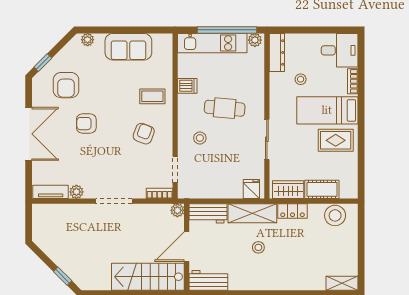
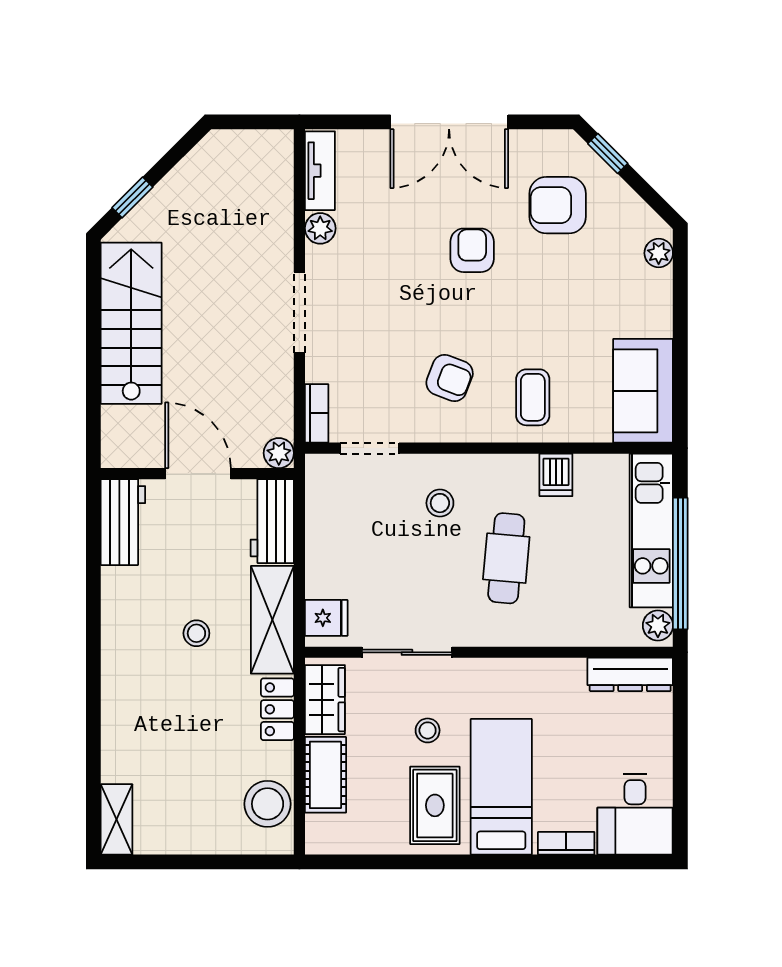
sofa: (128, 47) -> (643, 391), moved
stool: (301, 79) -> (428, 730), moved
sliding door: (267, 139) -> (407, 652), moved
stairs: (148, 277) -> (131, 323), moved

